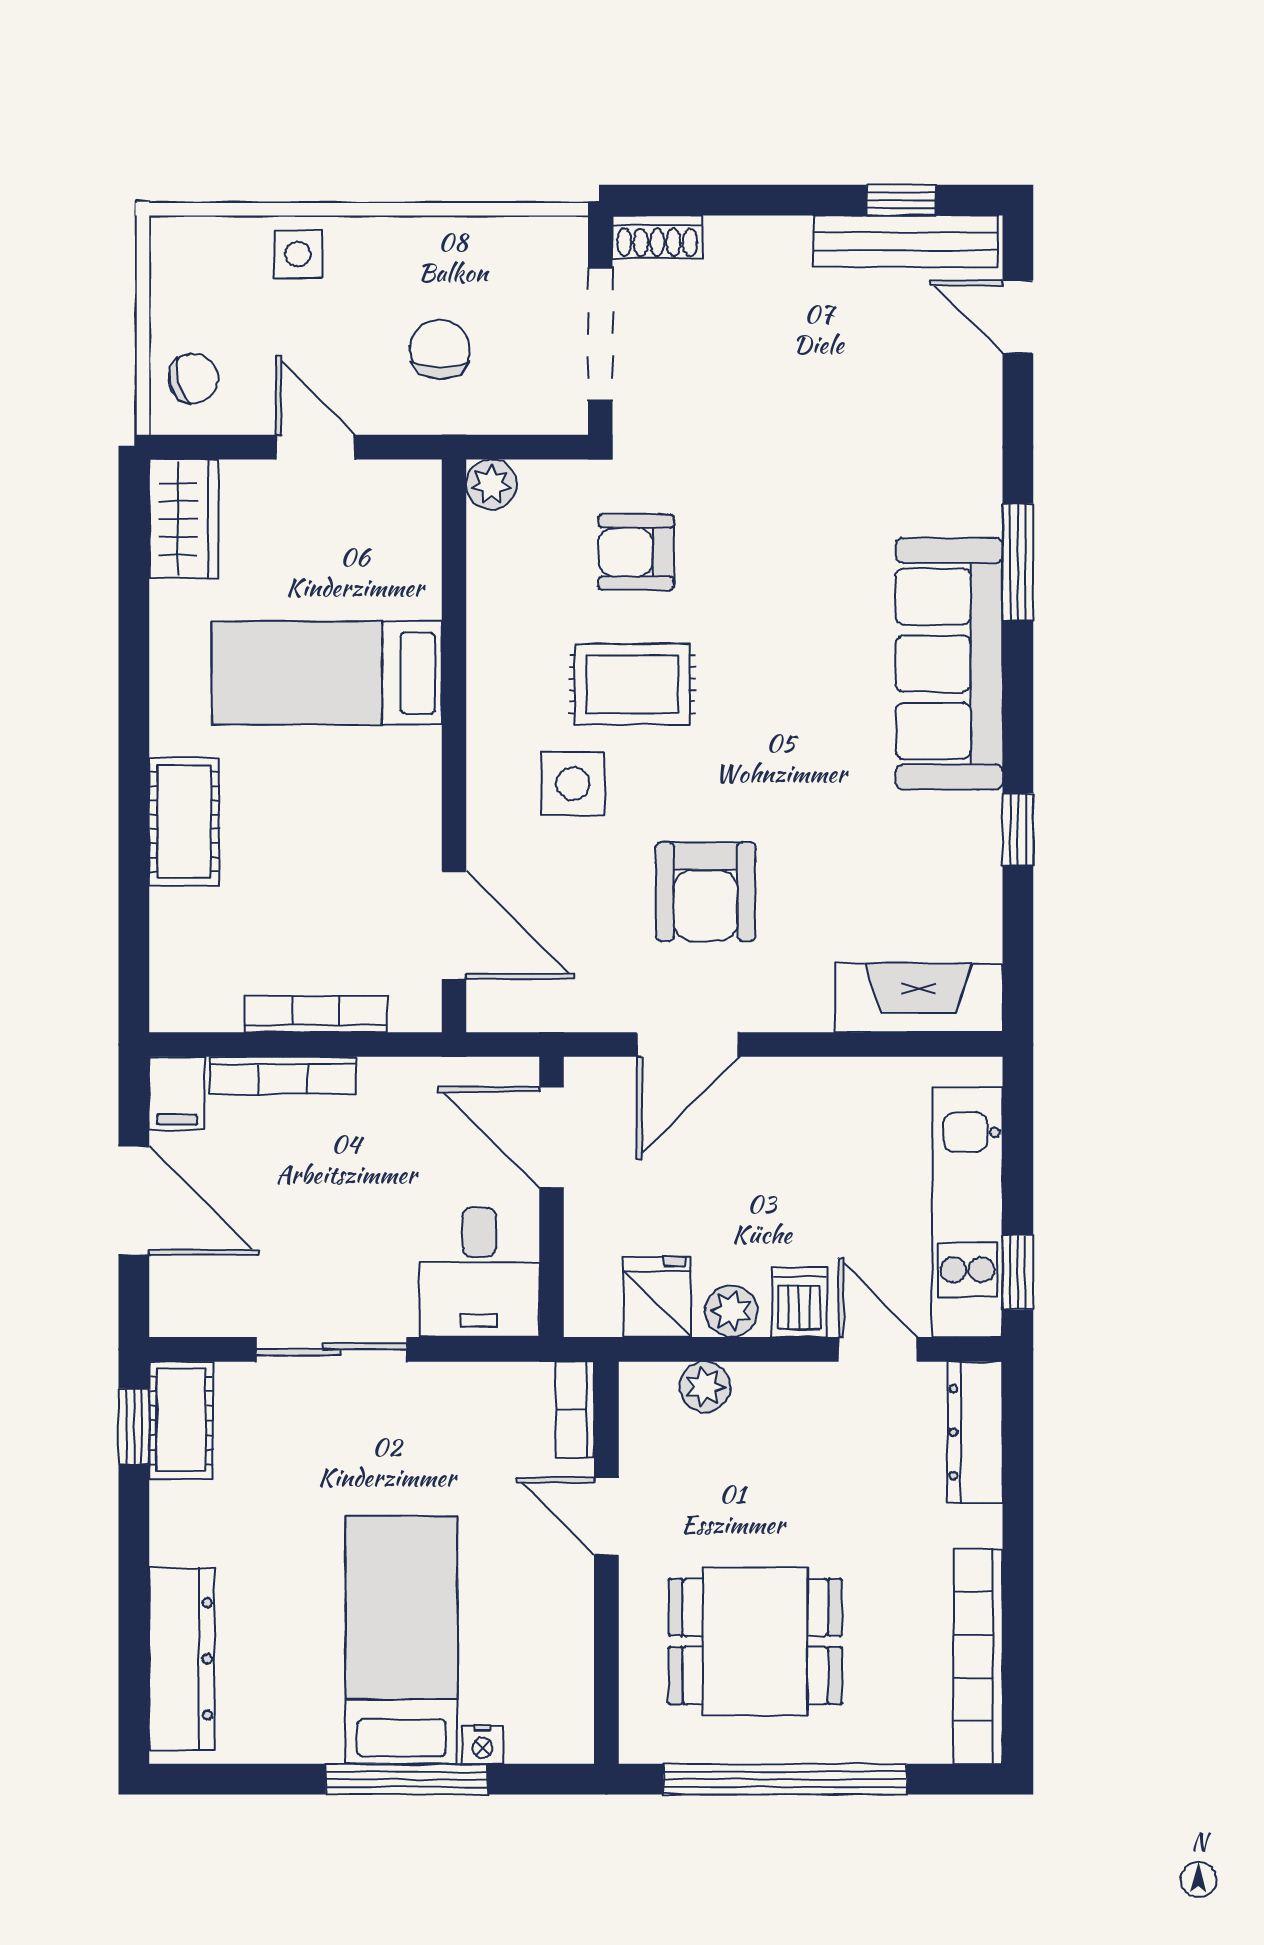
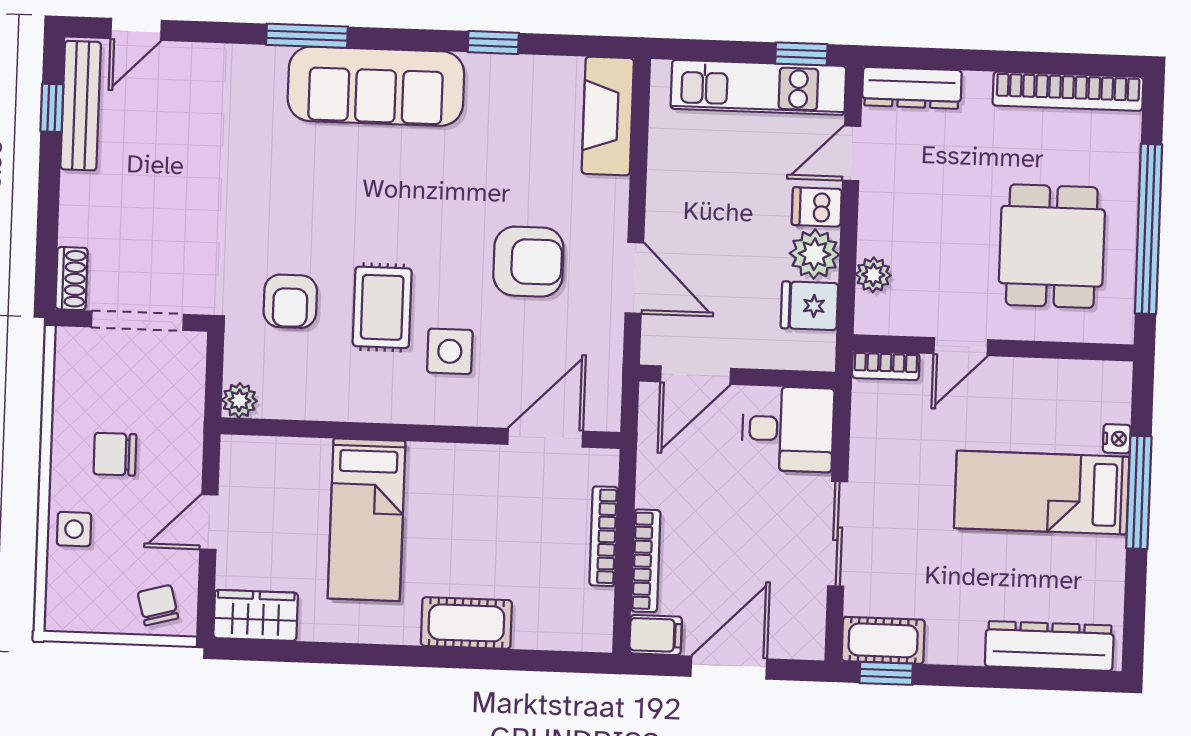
chair: (440, 349) -> (115, 454), moved
plant: (731, 1311) -> (814, 254), width x1.38, depth x1.38

